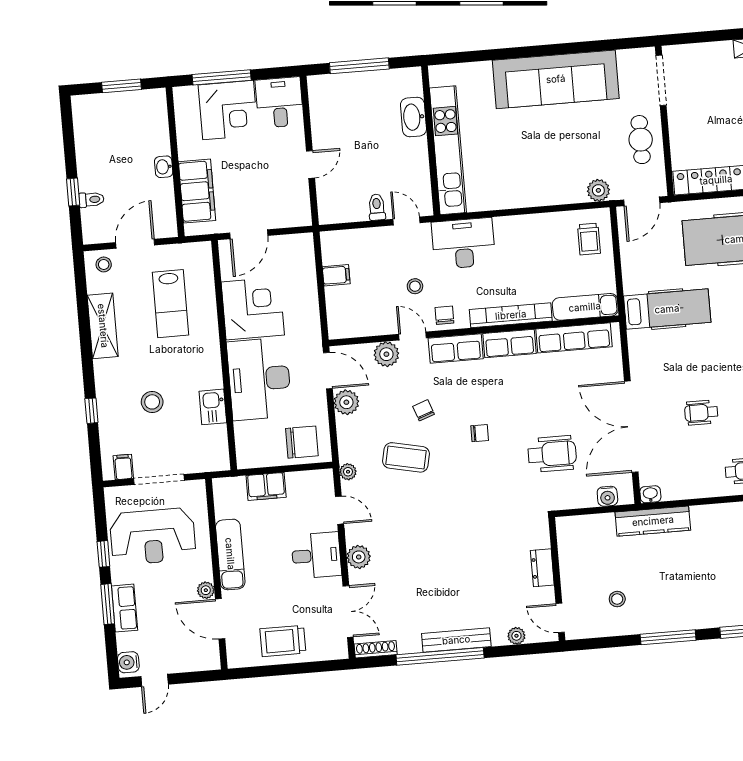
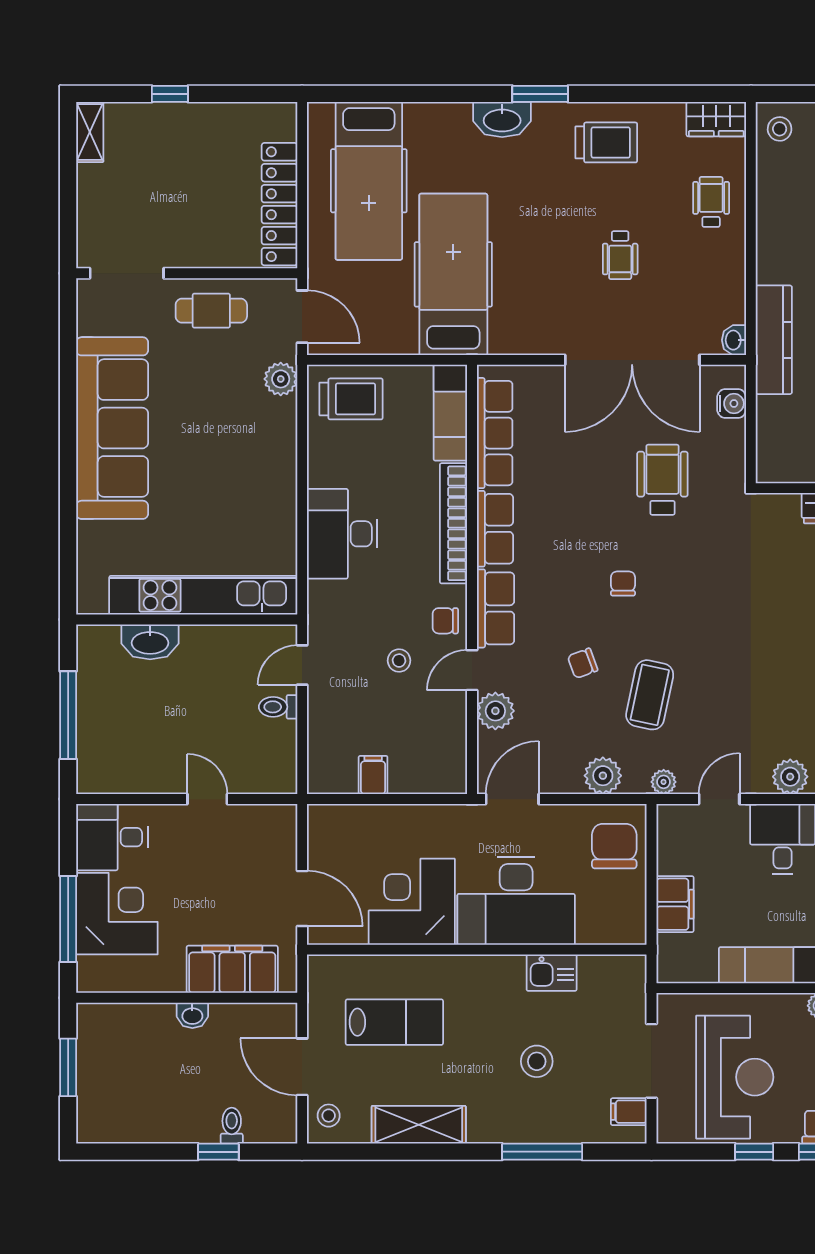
trolley: (589, 239) -> (351, 399), width x1.36, depth x1.39
desk: (463, 243) -> (342, 534), moved
hospital bed: (667, 309) -> (453, 274), width x1.37, depth x1.29
plant: (346, 402) -> (603, 776), moved
window: (91, 411) -> (542, 1152), width x2.17

